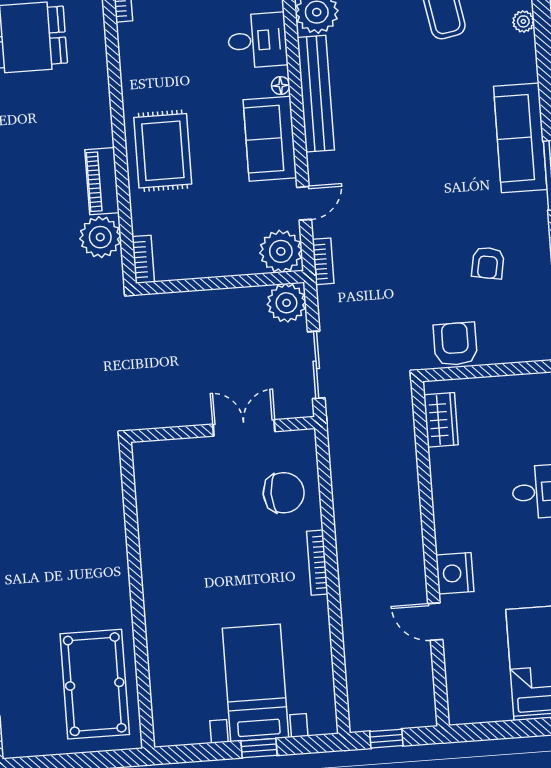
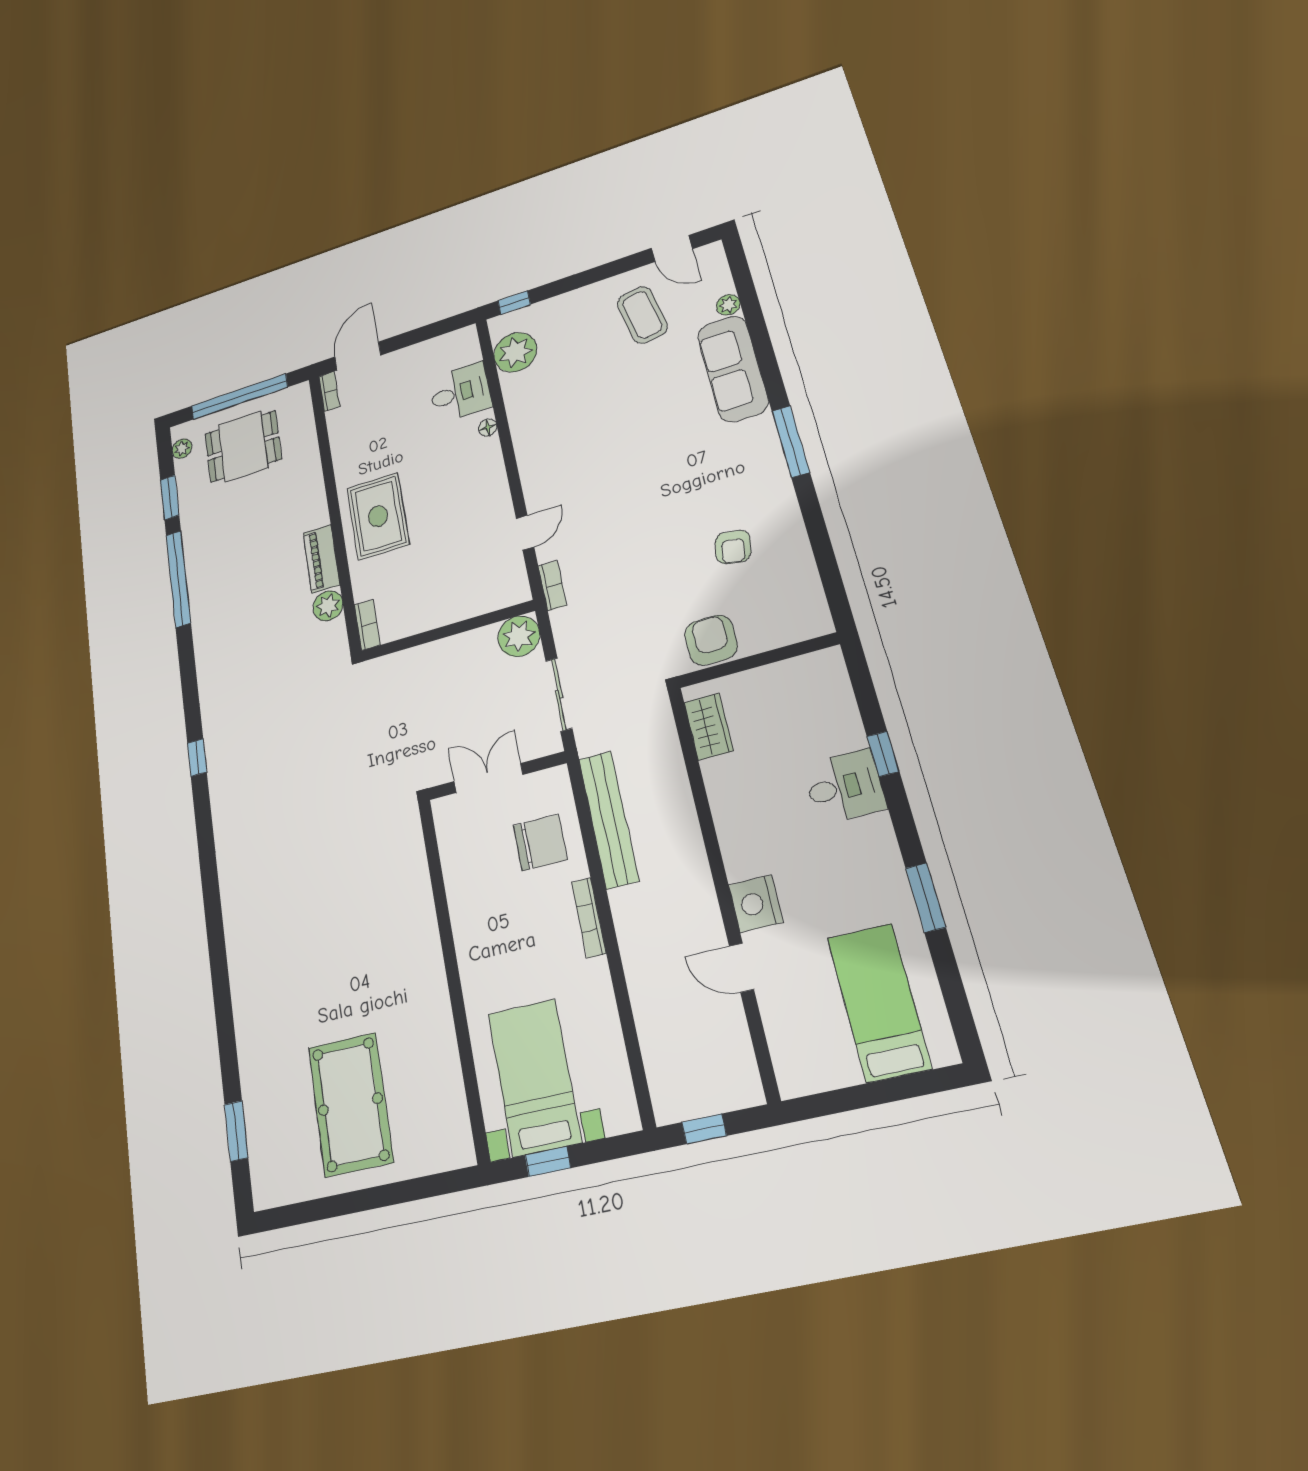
bench: (316, 94) -> (609, 819), moved
sofa: (520, 138) -> (733, 369), moved
sofa: (270, 139) -> (483, 479), removed
plant: (100, 237) -> (328, 606), width x0.73, depth x0.73
plant: (281, 251) -> (507, 586), removed
wall: (137, 595) -> (453, 974), moved

